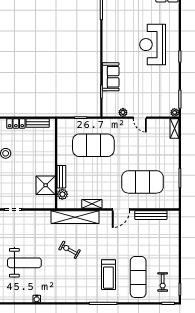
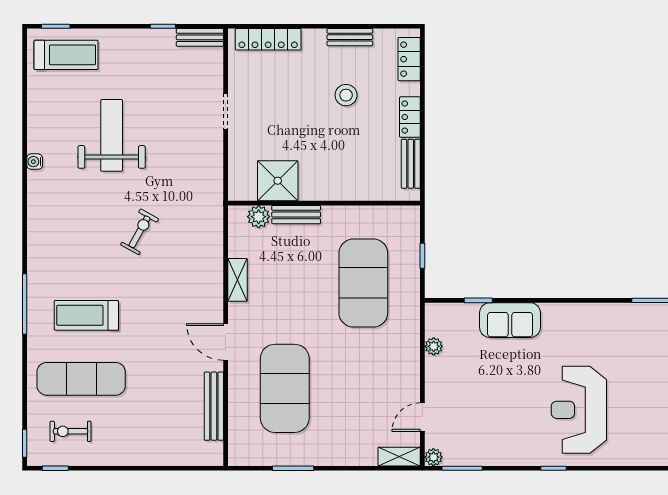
reception desk: (153, 45) -> (579, 410), turned -90
door: (140, 118) -> (422, 417), moved
shelving: (75, 217) -> (210, 244), removed
weight bench: (24, 263) -> (112, 135), turned 180

